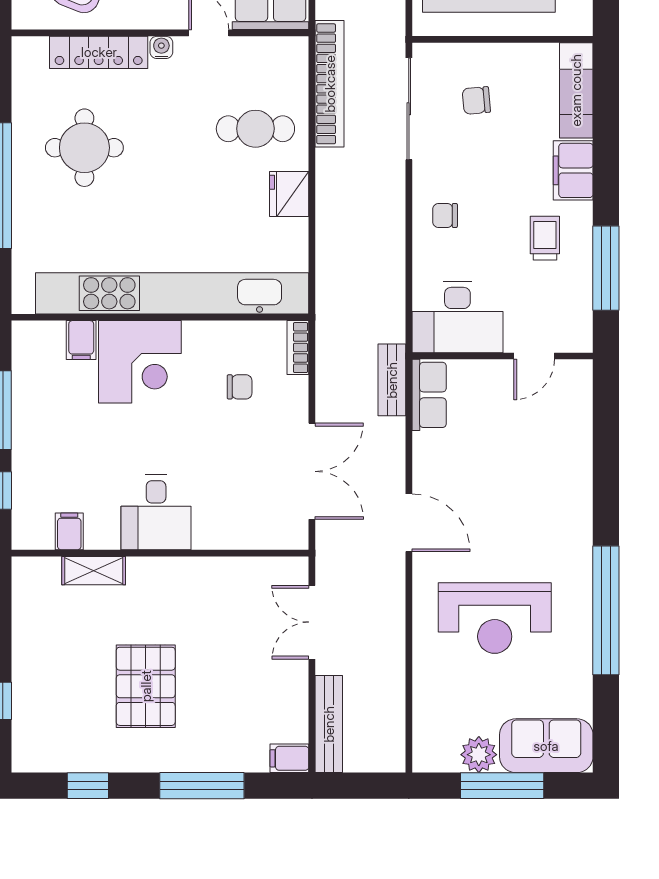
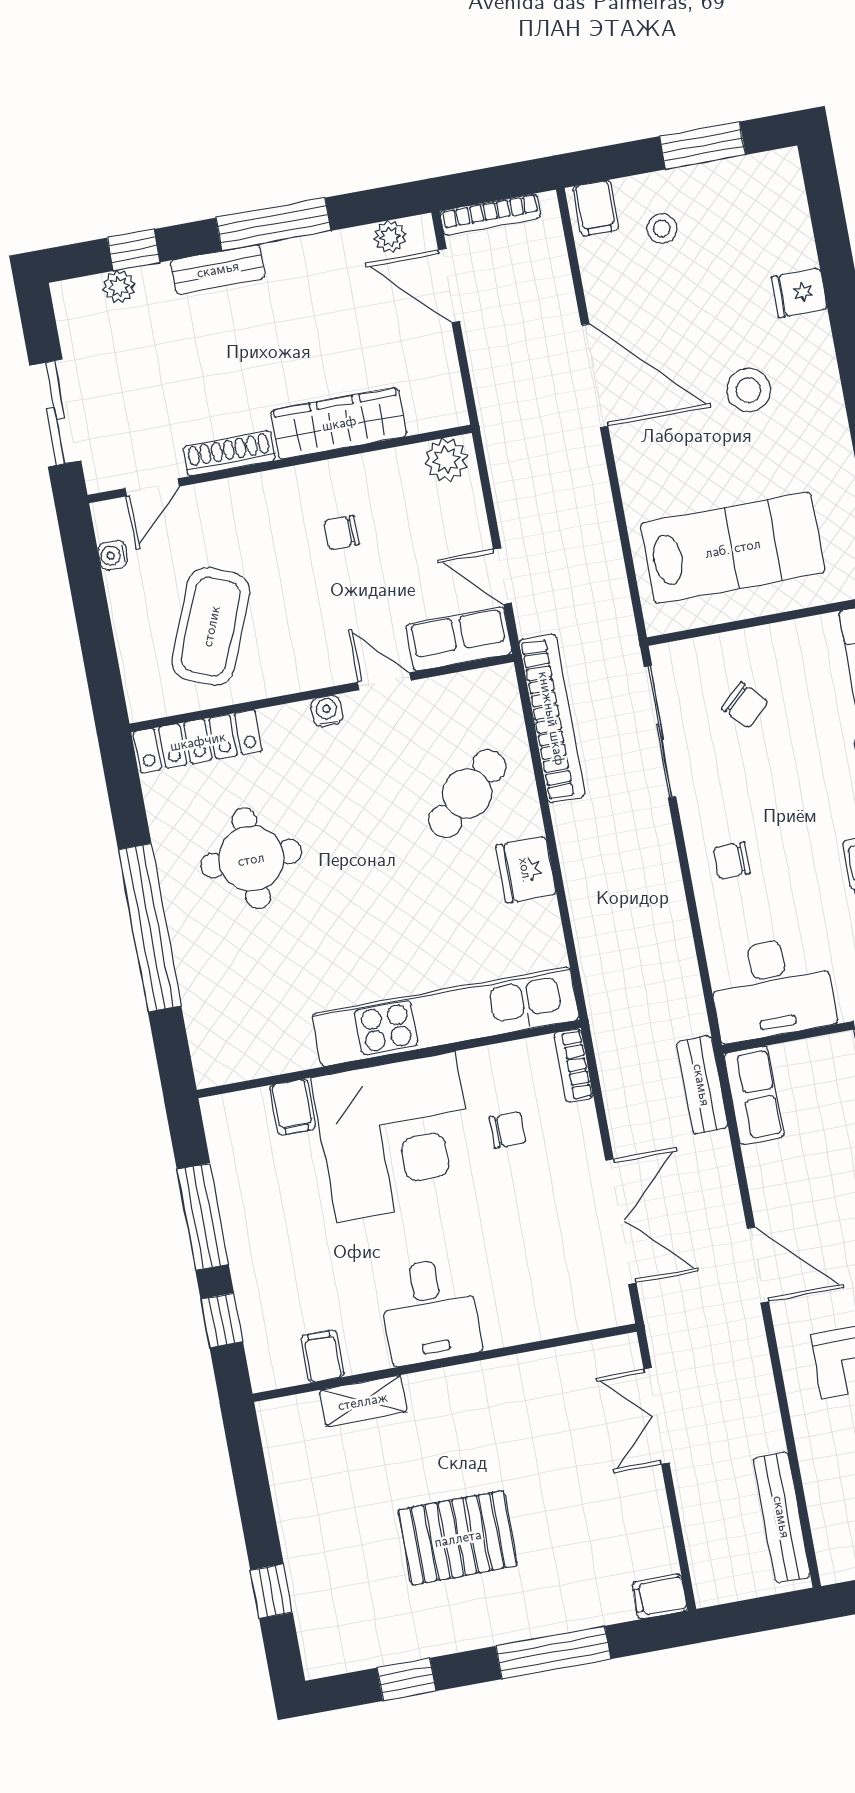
locker: (99, 52) -> (198, 741), moved
chair: (476, 100) -> (745, 705), turned -129
cafe table: (255, 129) -> (467, 794), turned -41
kitchen unit: (172, 293) -> (446, 1017), width x0.73
corner desk: (140, 362) -> (396, 1137), width x1.36, depth x1.36
pallet: (146, 686) -> (458, 1538), turned 90
bench: (329, 724) -> (782, 1517), moved

